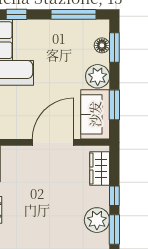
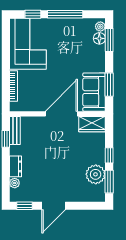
window: (74, 14) -> (65, 14), moved
plant: (98, 76) -> (100, 27), moved, width x0.53, depth x0.53
wardrobe: (100, 169) -> (92, 124), moved, turned -90

